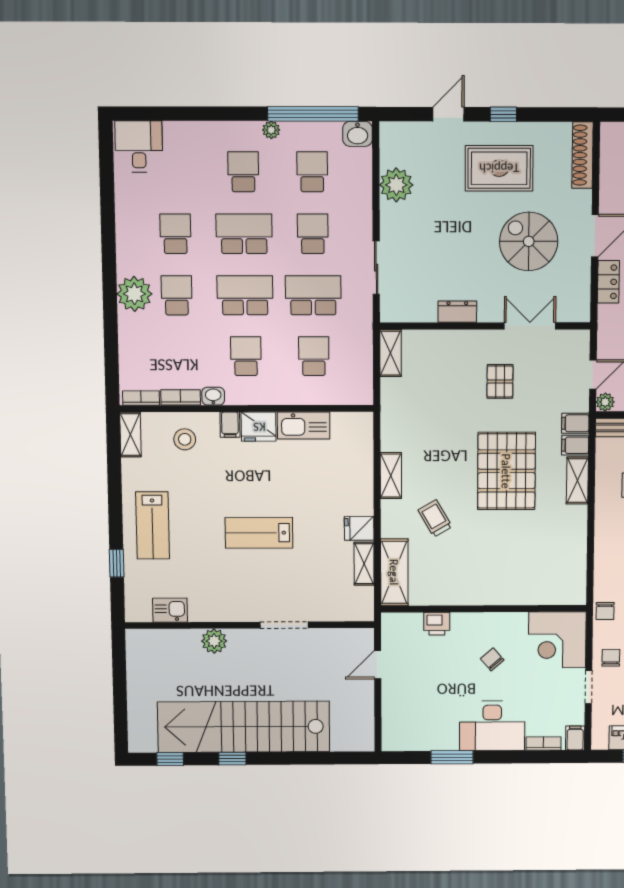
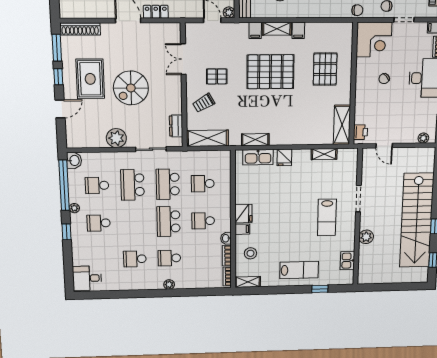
window: (227, 114) -> (66, 232), added
door: (449, 114) -> (60, 109), swing flipped
window: (552, 114) -> (57, 48), added
plant: (396, 185) -> (116, 138), moved
school desk: (244, 234) -> (134, 222), removed
school desk: (313, 234) -> (132, 185), width x1.85
spiral stairs: (529, 241) -> (131, 88), moved
plant: (134, 294) -> (169, 284), width x0.53, depth x0.53
dresser: (457, 312) -> (176, 126), moved
shelving: (391, 353) -> (207, 138), width x1.50, depth x1.33
filing cabinet: (575, 423) -> (298, 30), moved
kitchen sink: (304, 425) -> (258, 157), moved, turned 90
shelving: (391, 476) -> (255, 140), moved
trolley: (435, 518) -> (204, 103), moved
fridge: (359, 528) -> (284, 157), moved
lab bench: (259, 533) -> (327, 217), moved
pallet: (510, 561) -> (325, 69), added
shelving: (394, 572) -> (342, 125), moved, turned 90
printer: (437, 624) -> (360, 132), moved
plant: (390, 730) -> (423, 138), added

